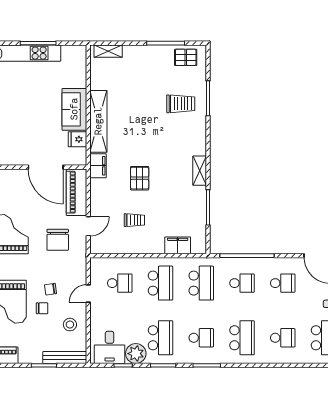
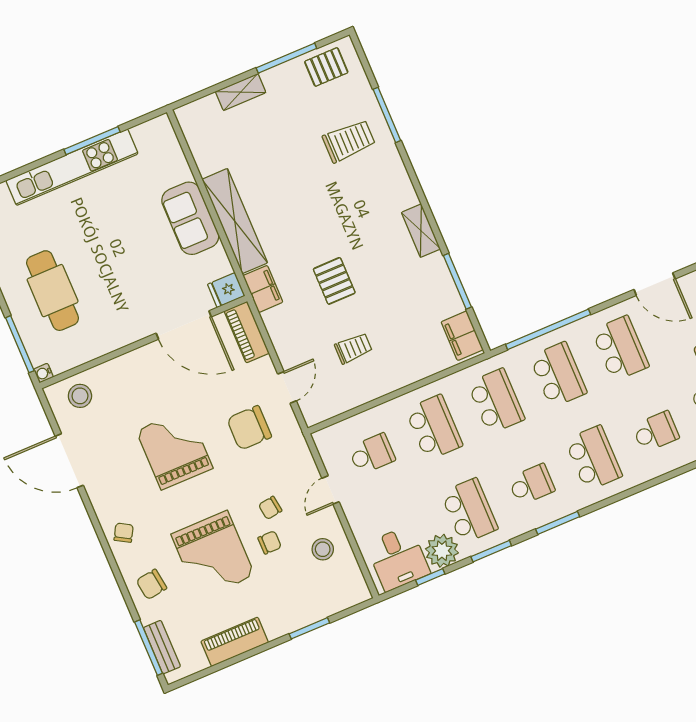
shelving: (108, 51) -> (241, 92), moved
fridge: (77, 139) -> (226, 290), moved
piano: (76, 192) -> (247, 332), width x0.73, depth x0.75
chair: (58, 240) -> (249, 428), turned 90
filing cabinet: (178, 245) -> (462, 336), moved, turned -90
school desk: (242, 283) -> (558, 375), width x1.85
school desk: (283, 283) -> (620, 348), width x1.85
bench: (65, 358) -> (336, 603), removed

